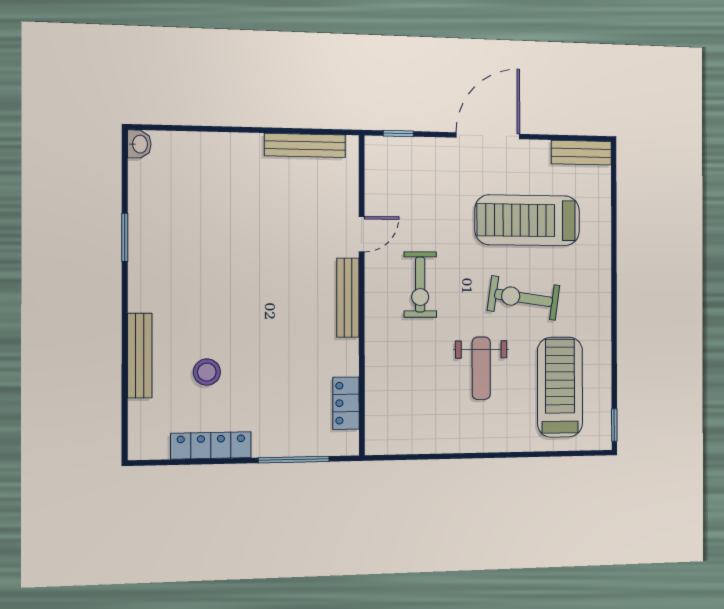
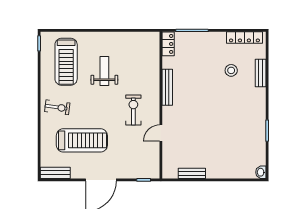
bench: (305, 145) -> (192, 173), width x0.73
bench: (348, 298) -> (167, 87), moved
exercise bike: (524, 298) -> (57, 107), moved, width x0.73, depth x0.72
bench: (140, 356) -> (261, 73), width x0.73
locker: (346, 403) -> (168, 44), moved
locker: (211, 445) -> (244, 37), moved

